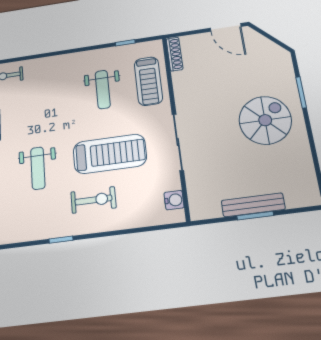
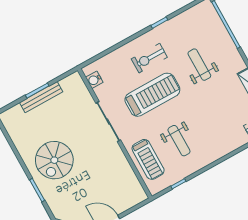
shoe rack: (175, 54) -> (138, 188), removed
treadmill: (148, 81) -> (148, 159), turned 180
weight bench: (103, 89) -> (179, 141), turned 180
treadmill: (110, 154) -> (152, 95), turned 180

